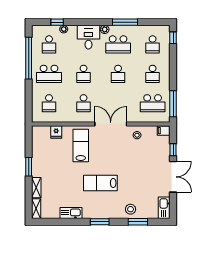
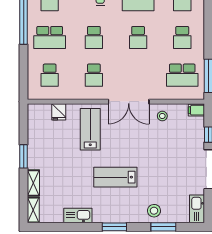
double door: (111, 124) -> (129, 102), swing flipped

